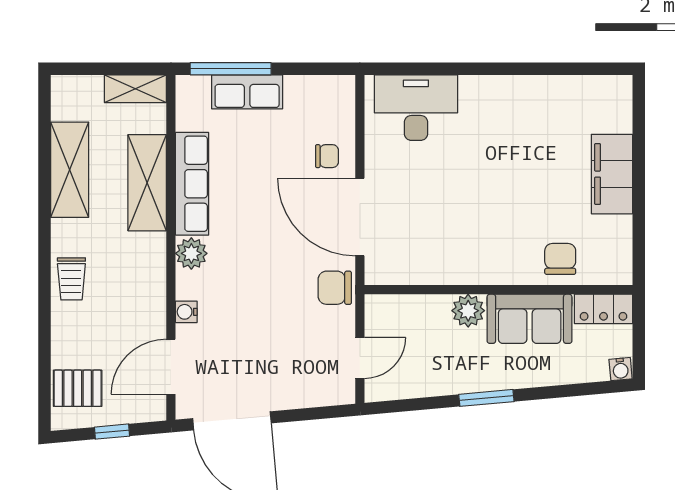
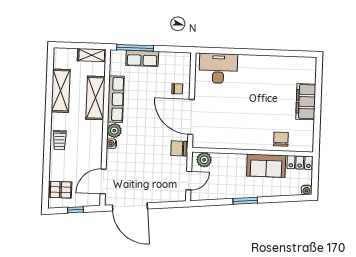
plant: (468, 311) -> (204, 160), moved
water cooler: (186, 312) -> (112, 144), moved

